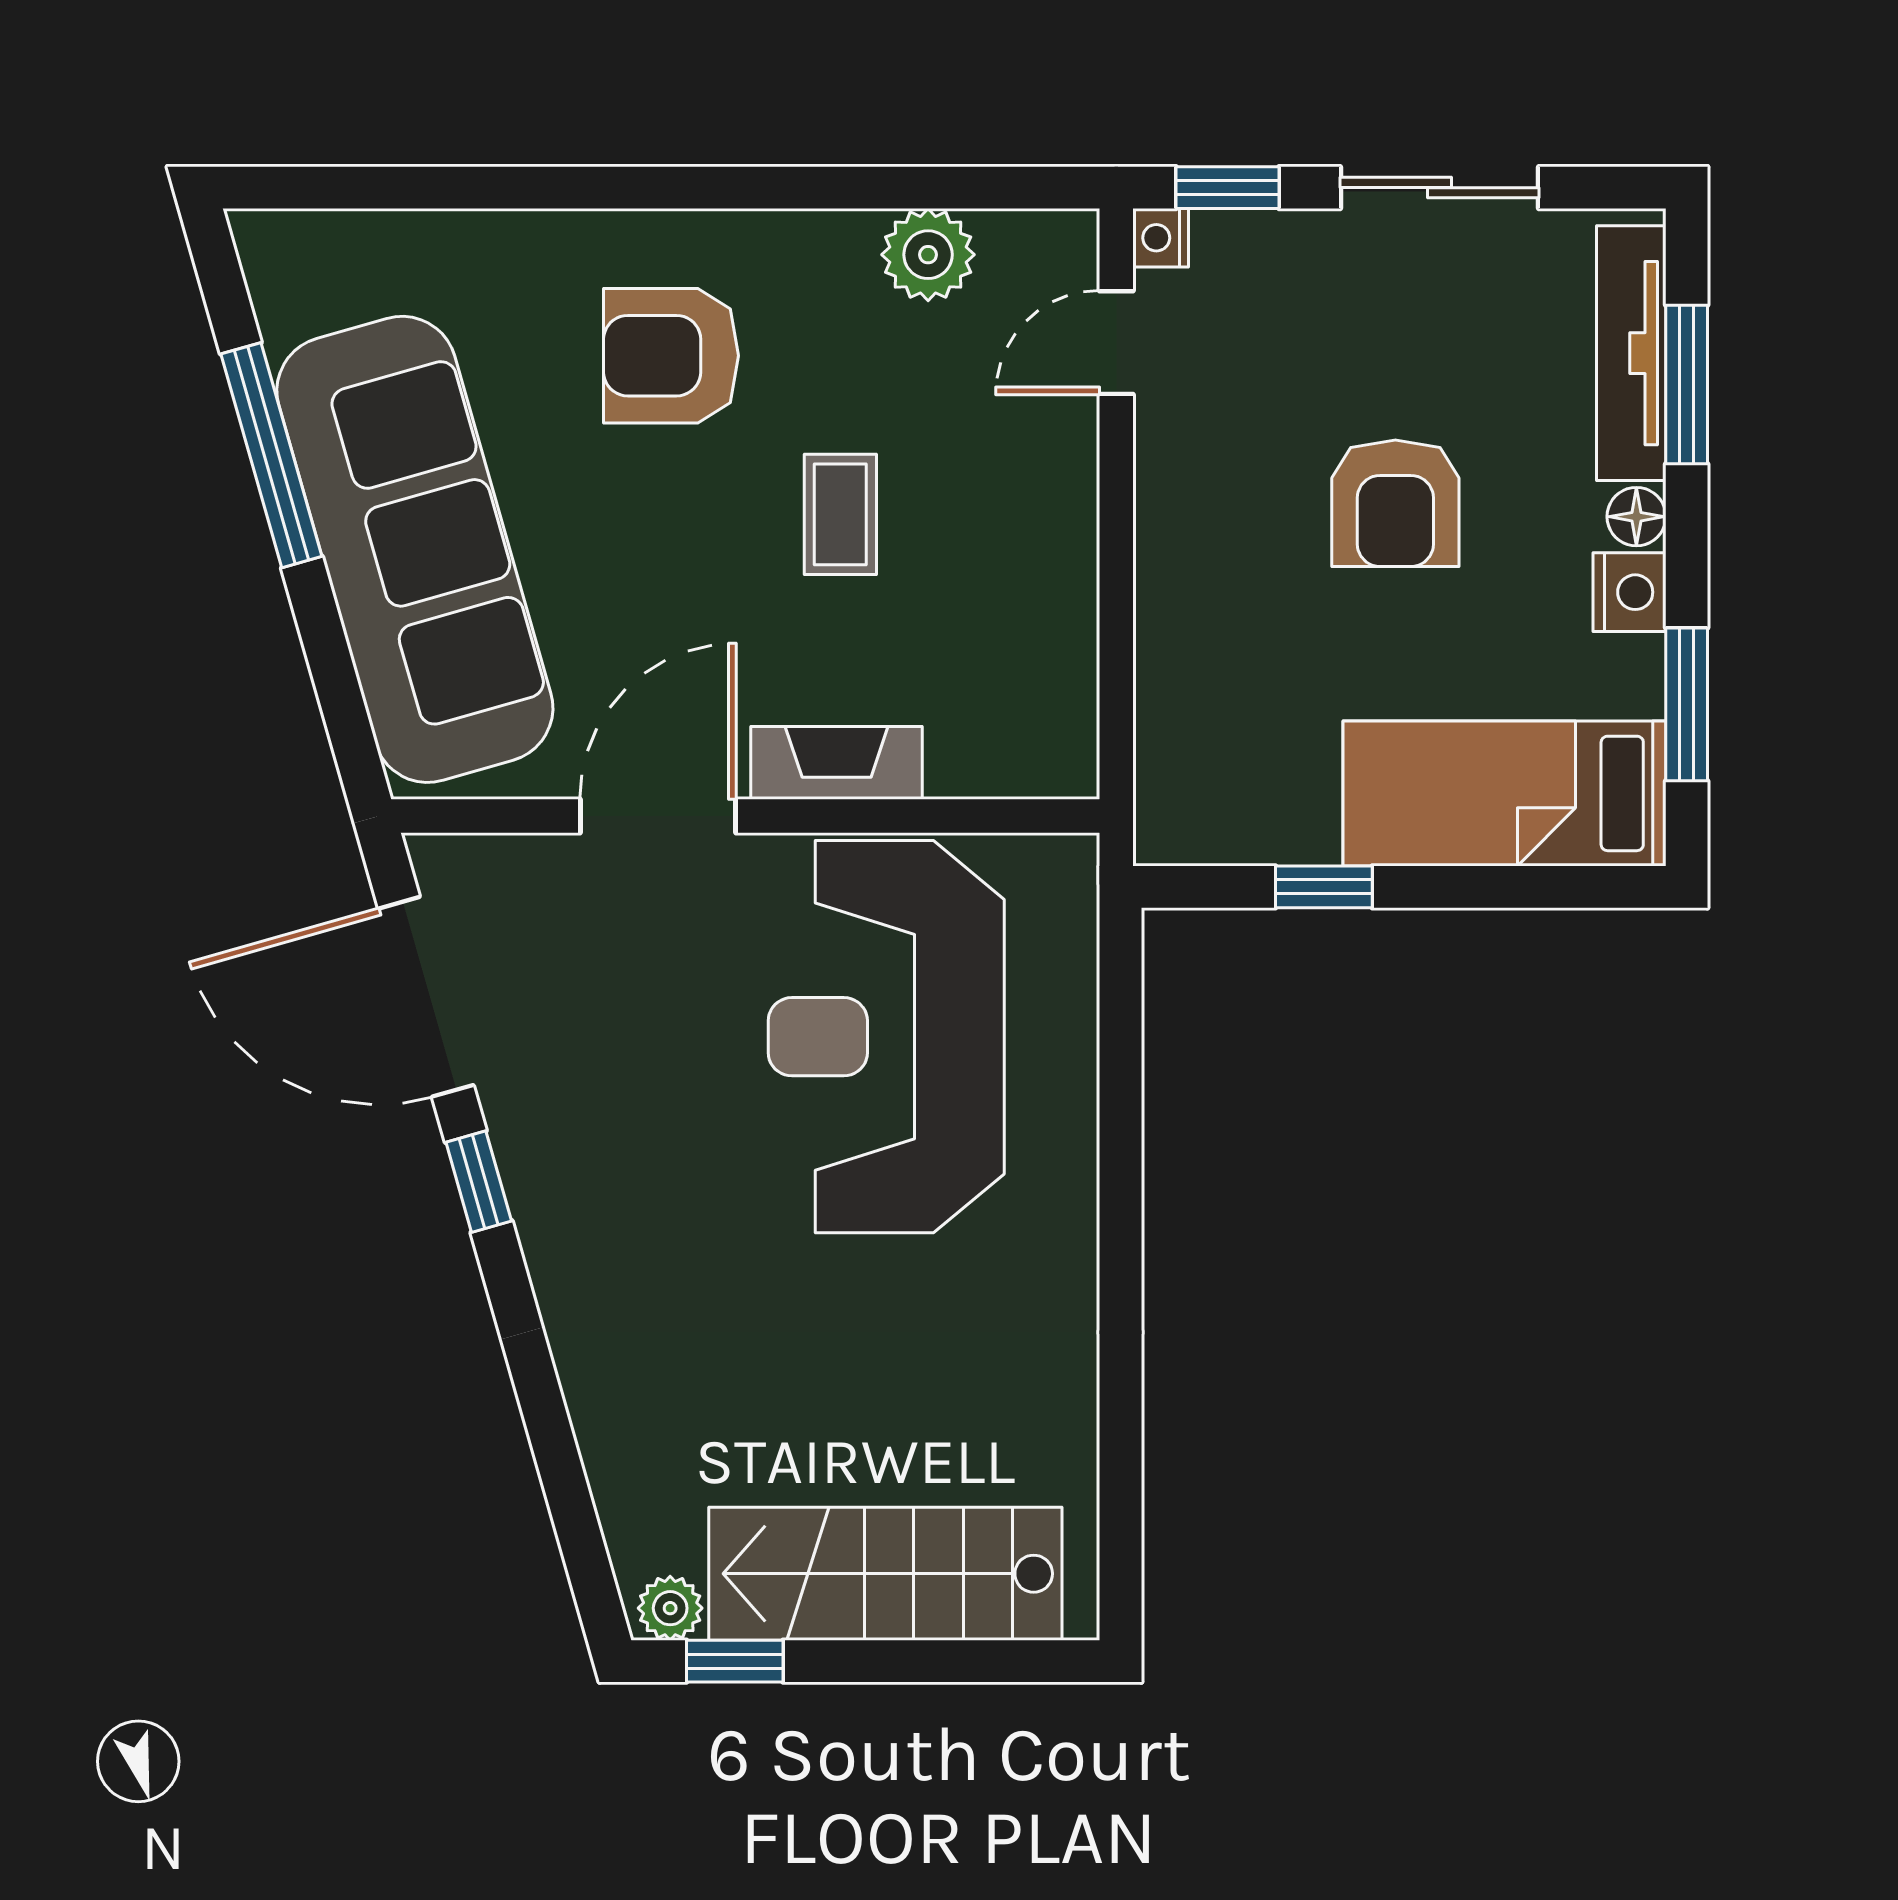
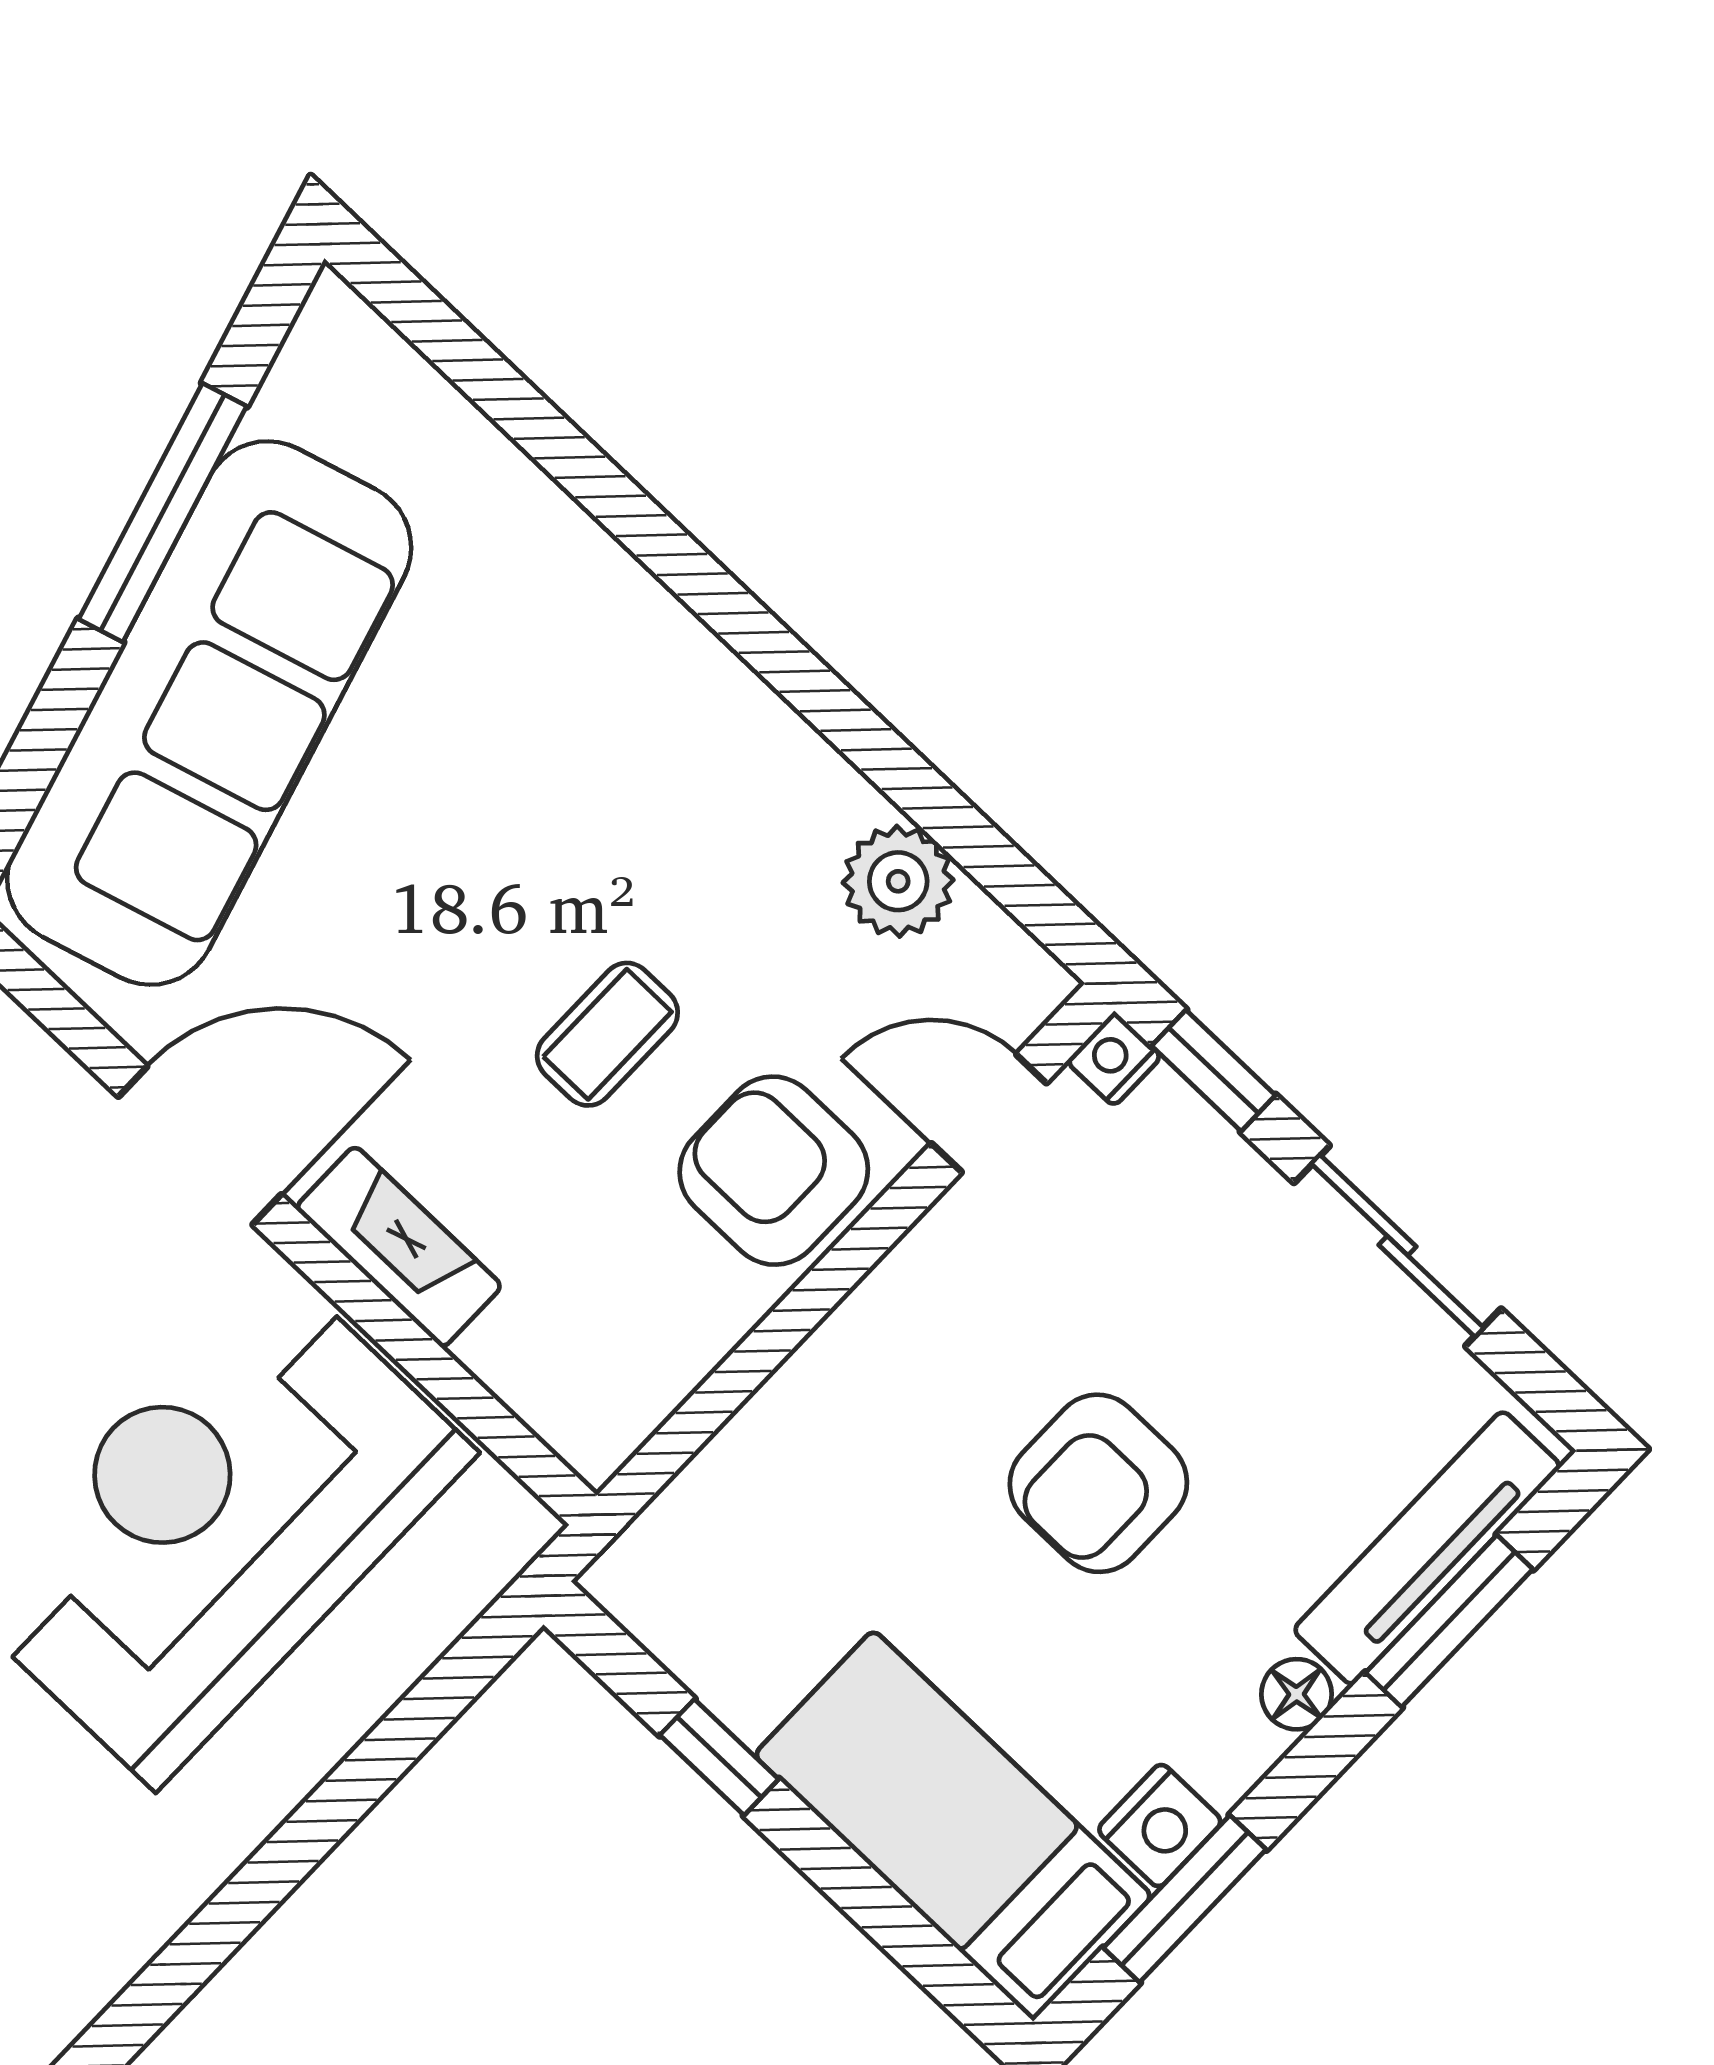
armchair: (671, 356) -> (774, 1171), moved
nightstand: (1629, 592) -> (1160, 1826), moved

